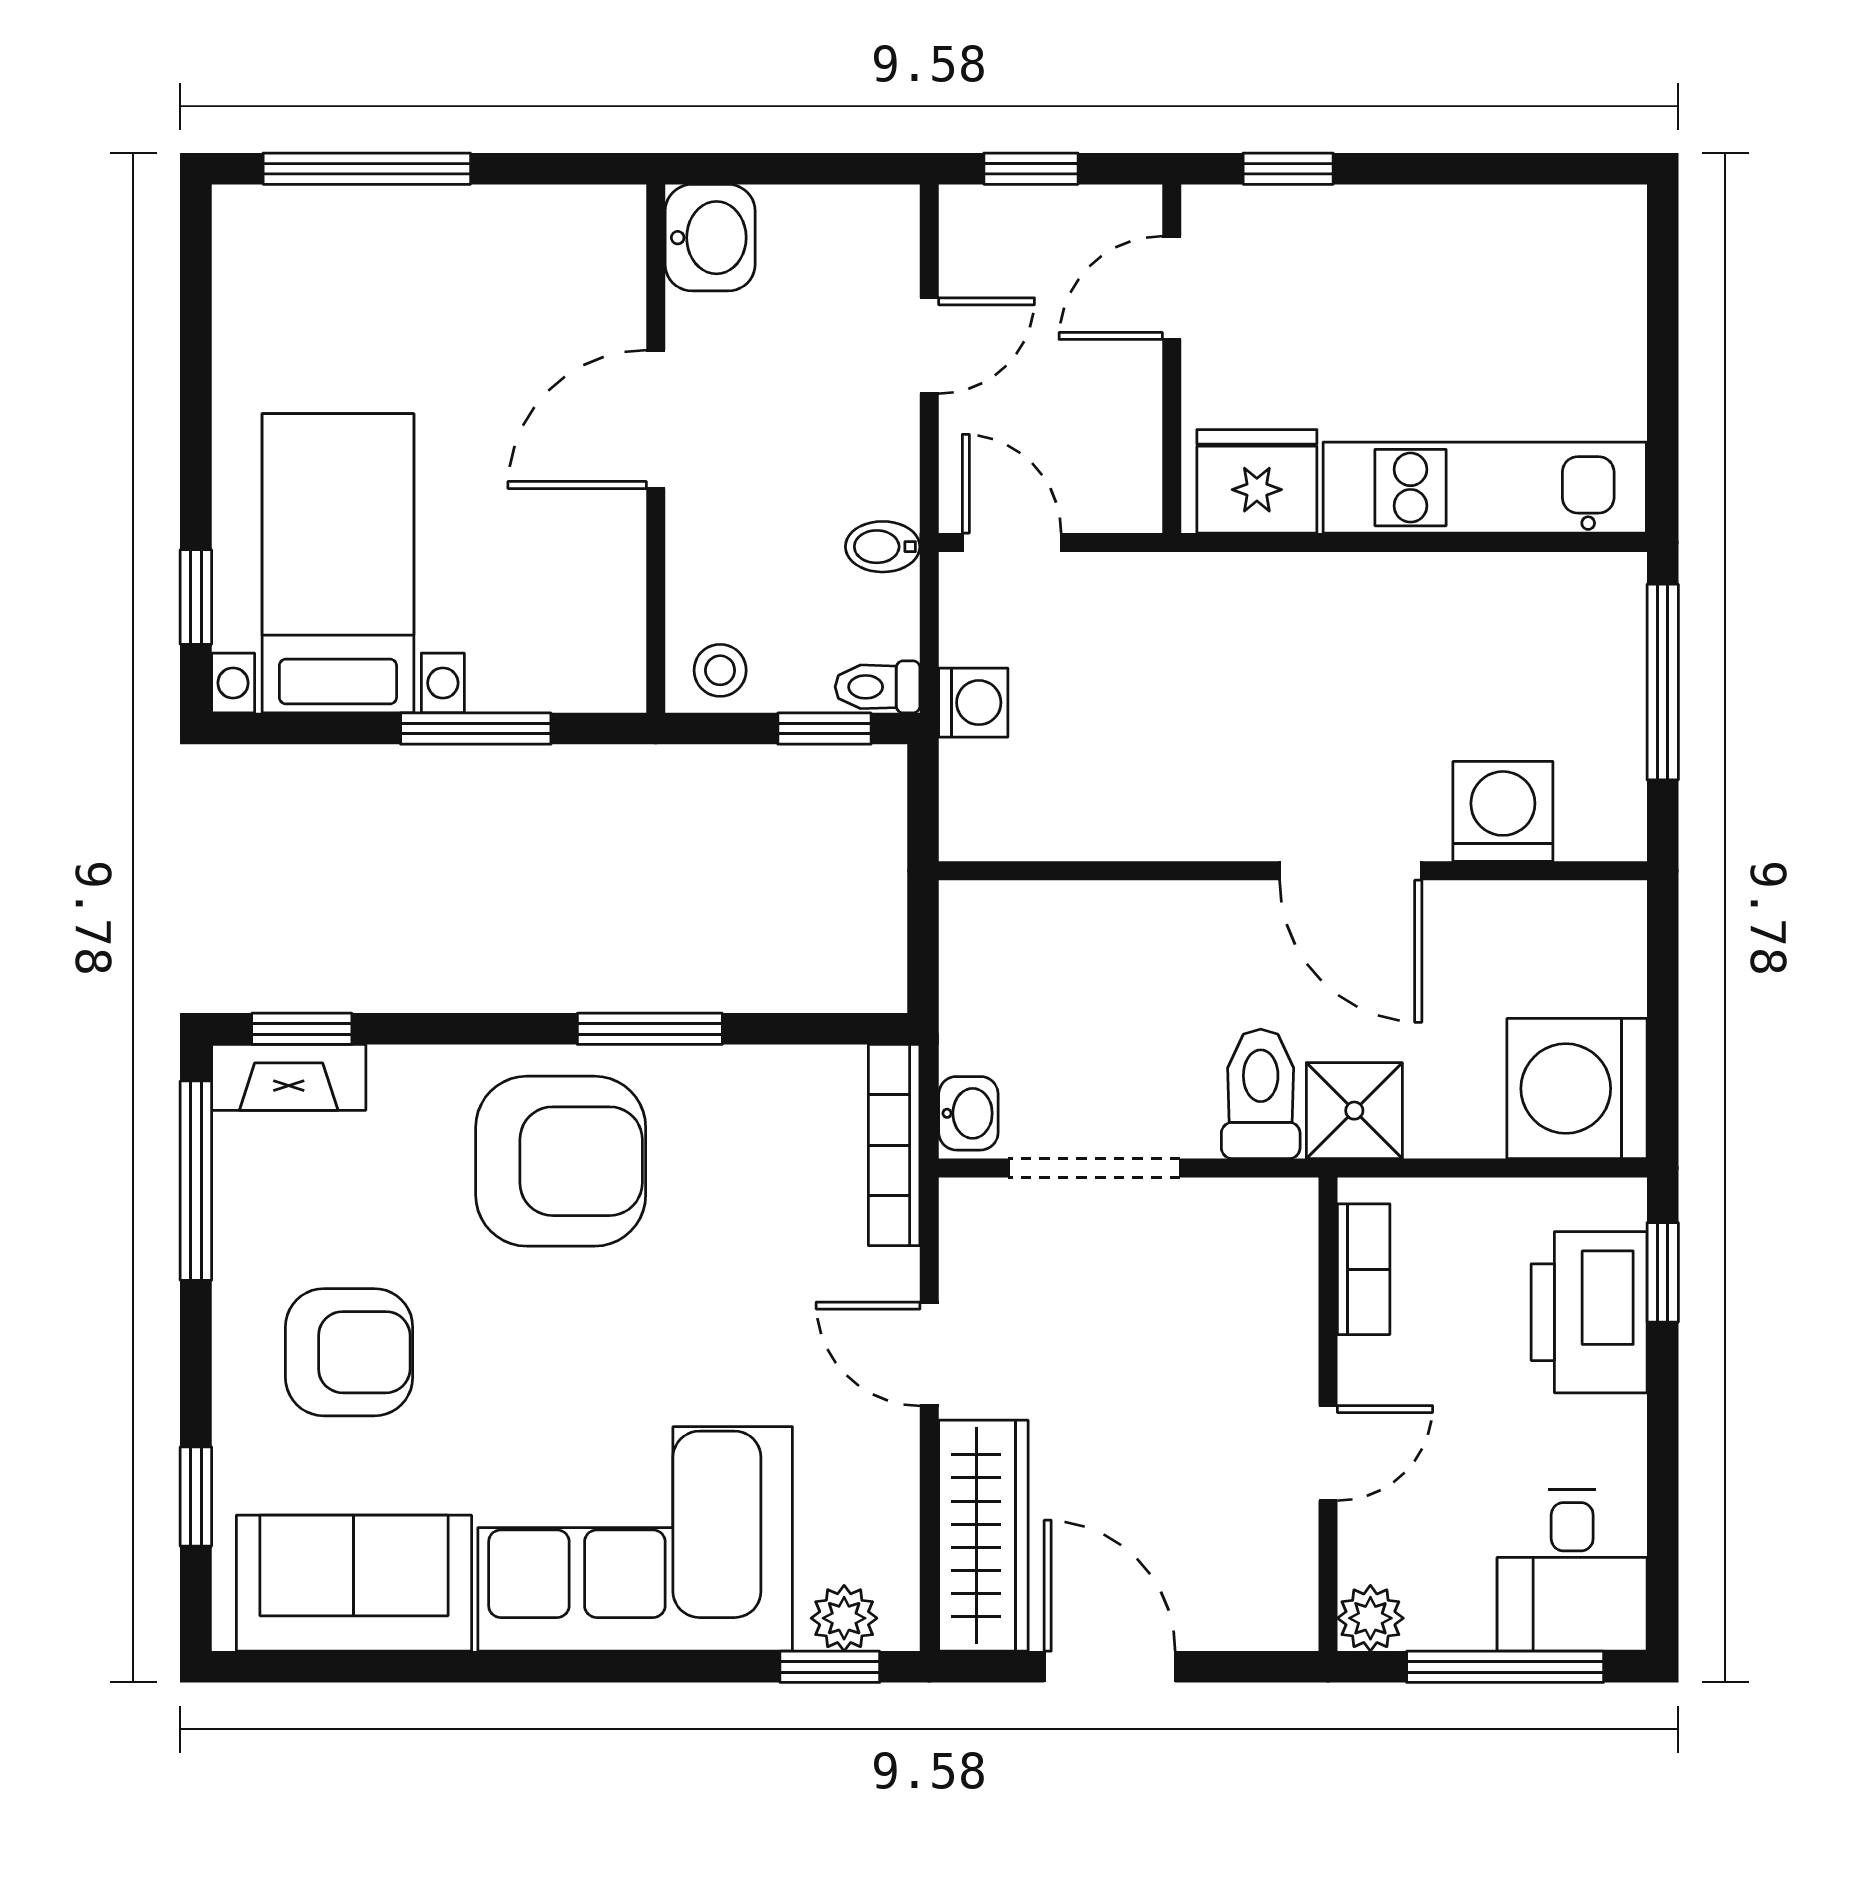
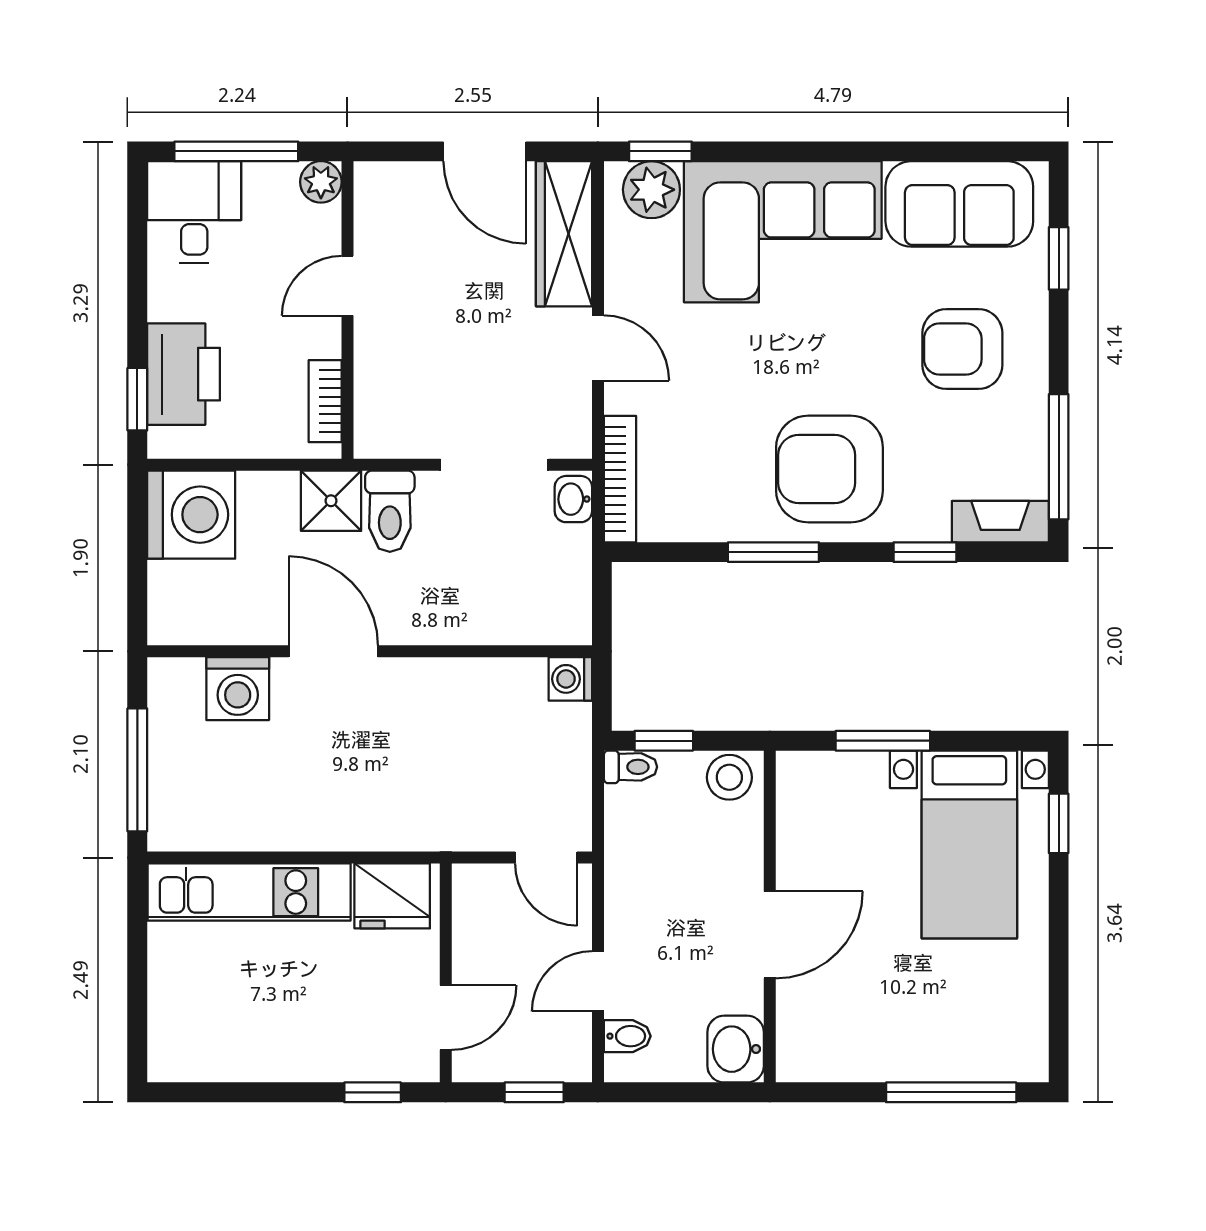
bidet: (883, 547) -> (627, 1036), moved
stool: (720, 670) -> (729, 777), width x1.37, depth x1.37
washing machine: (973, 703) -> (570, 679), moved
window: (302, 1029) -> (925, 552), moved
plant: (844, 1618) -> (651, 190), width x1.38, depth x1.38

